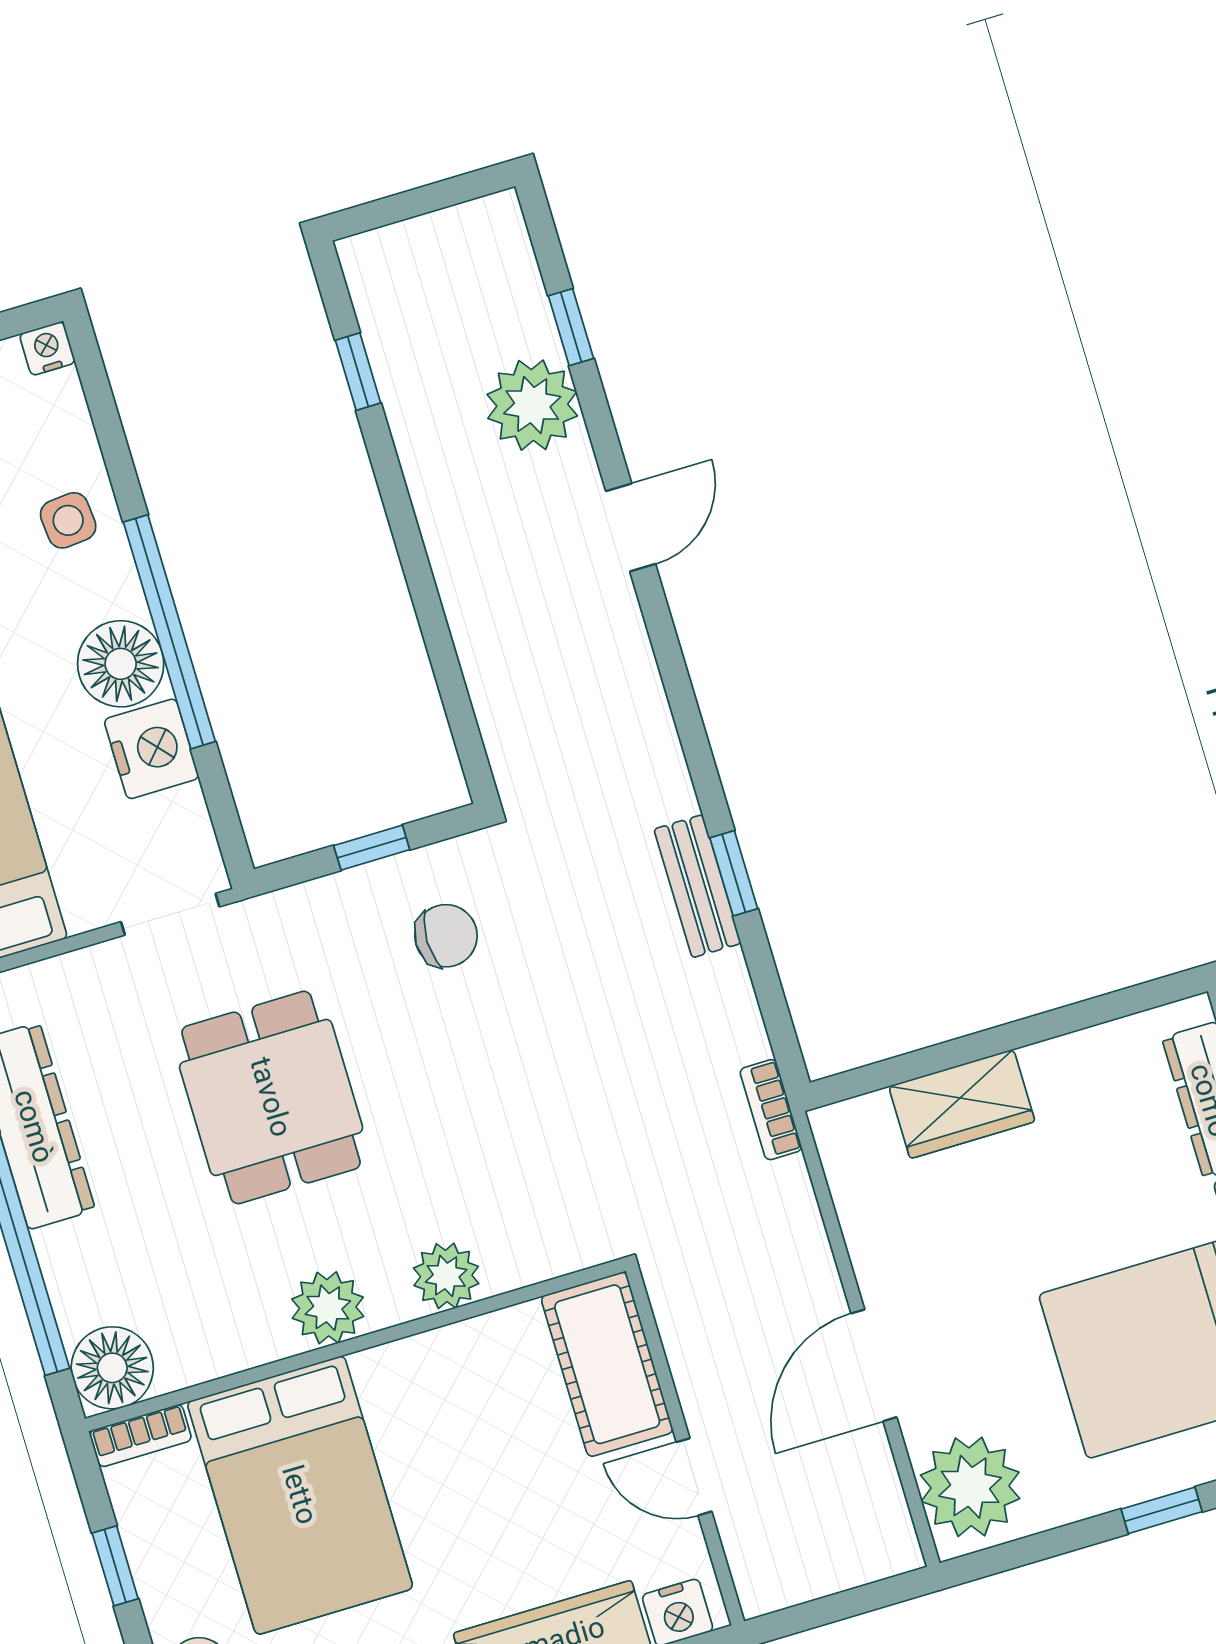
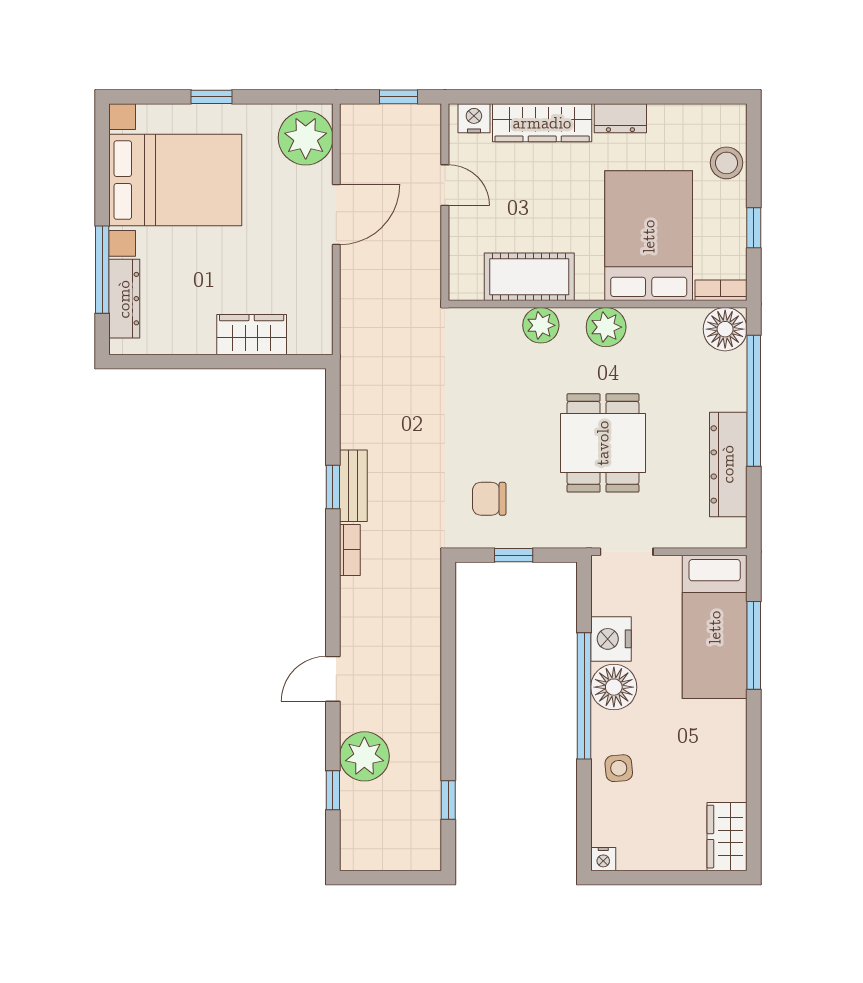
bookcase: (771, 1110) -> (350, 550), moved
cot: (607, 1364) -> (529, 277), moved, turned 90
window: (825, 1611) -> (398, 97), added

